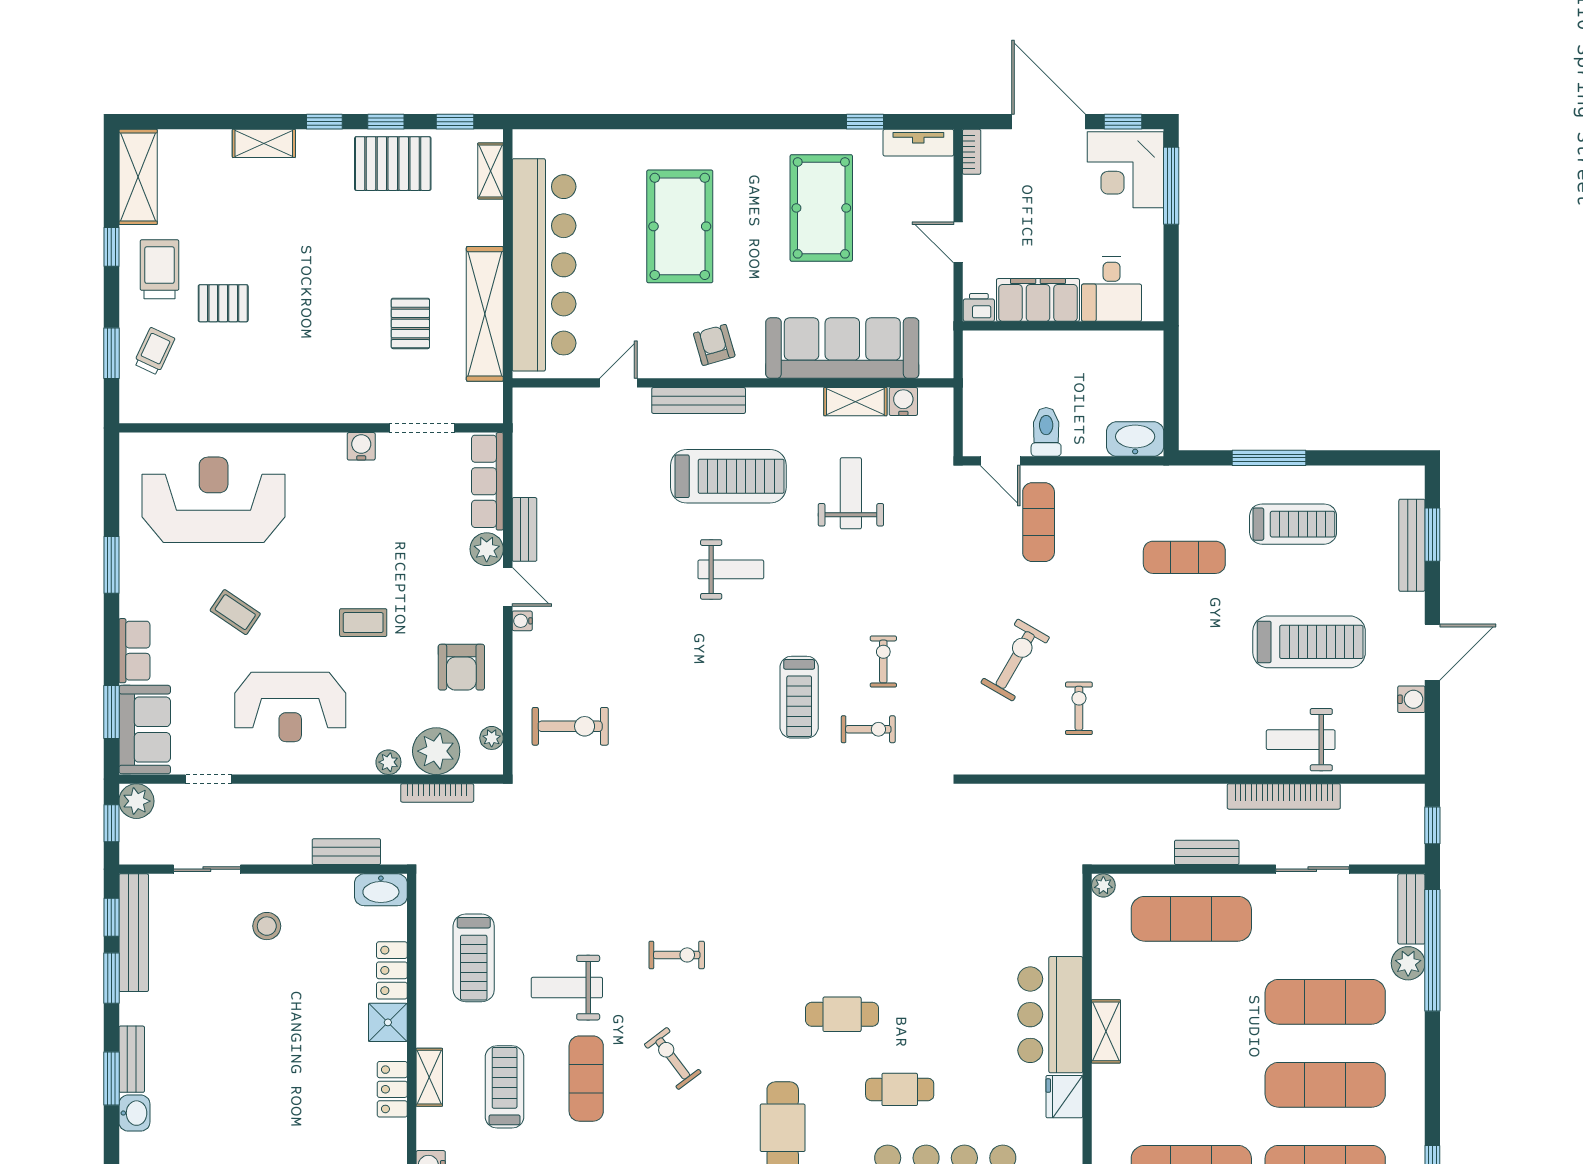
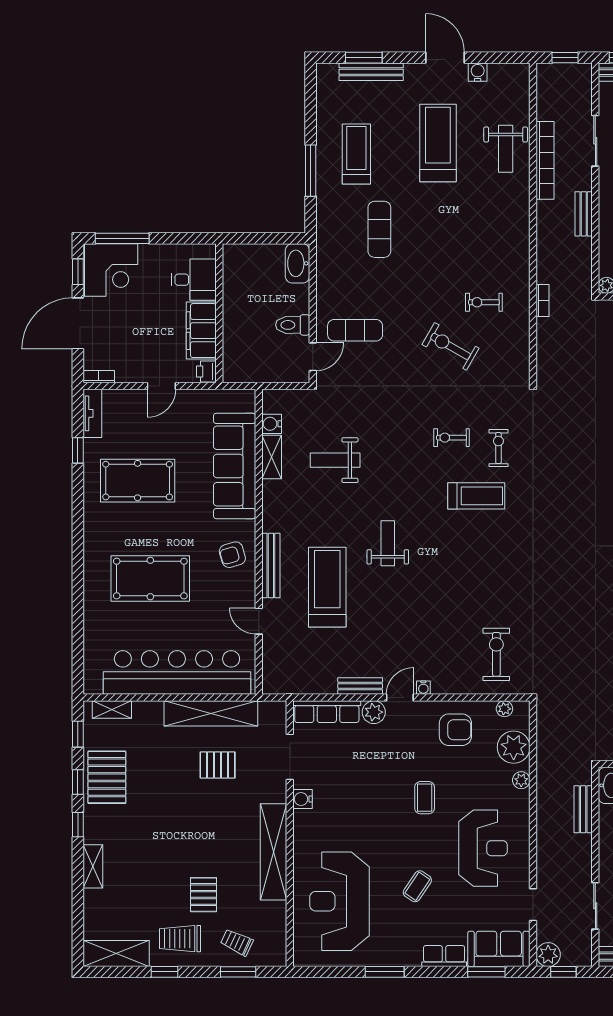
shelving: (285, 404) -> (274, 852), added
treadmill: (728, 476) -> (327, 587), moved
bookcase: (437, 793) -> (543, 301), moved, width x0.64

